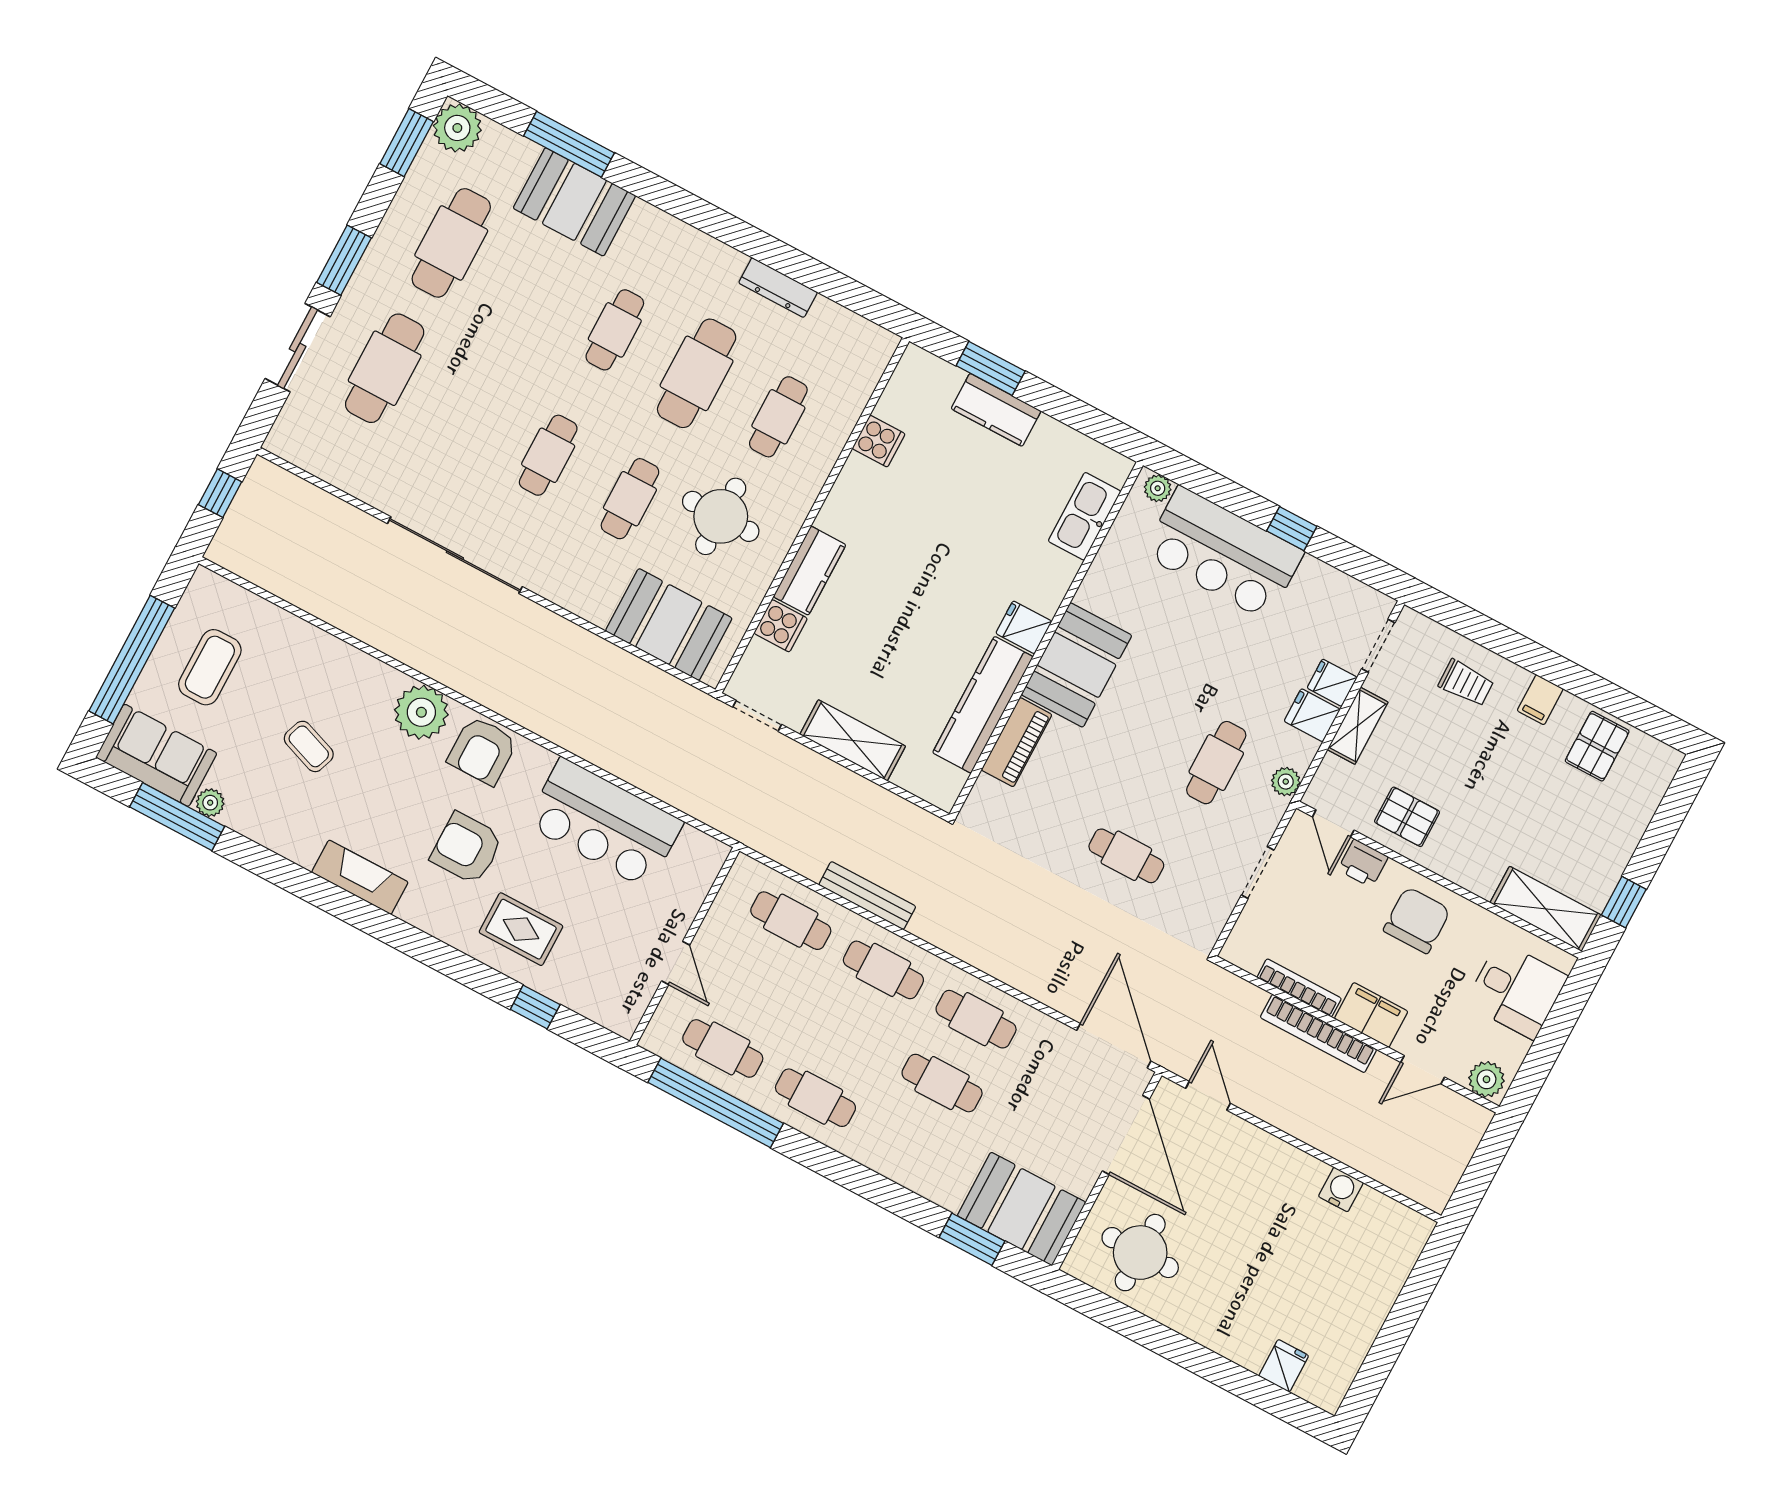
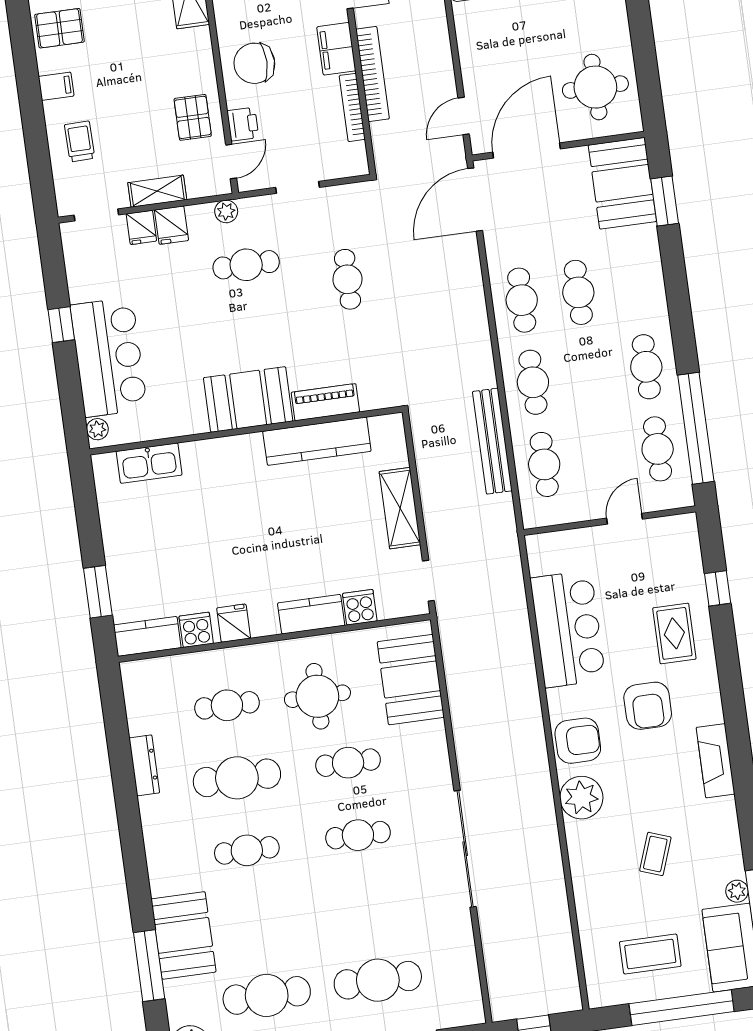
kitchen counter: (996, 410) -> (147, 636), moved, turned -90
fridge: (1024, 627) -> (234, 623), moved, turned 180
bench: (867, 896) -> (492, 441), width x1.37, depth x1.21

